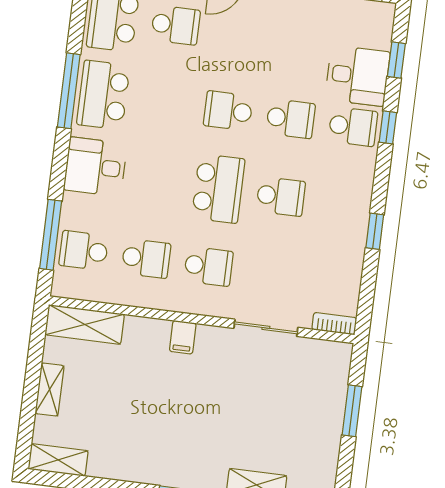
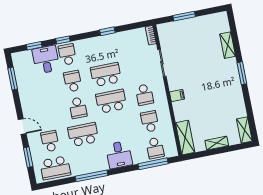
school desk: (103, 95) -> (83, 135), moved, turned 180
school desk: (281, 196) -> (106, 75), width x1.85
school desk: (208, 266) -> (144, 95), turned 180

